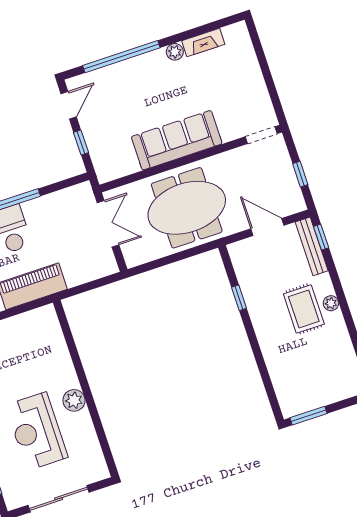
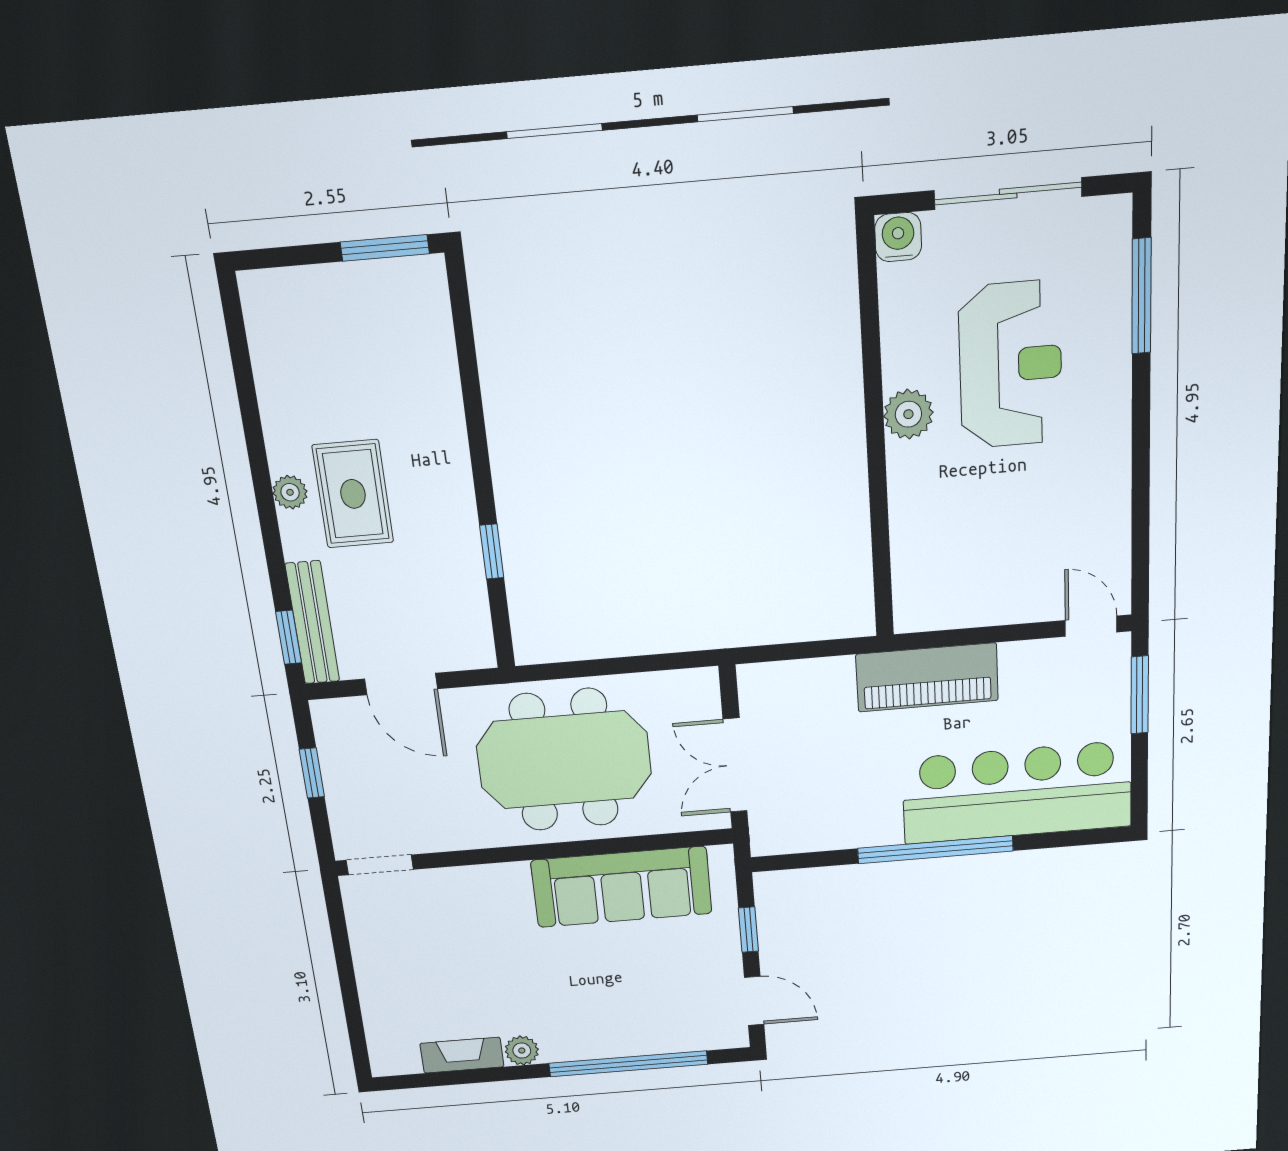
door: (69, 105) -> (754, 1001), swing flipped
sofa: (177, 140) -> (622, 887), moved
water cooler: (99, 471) -> (898, 237), added

